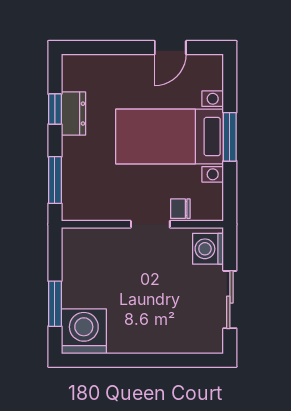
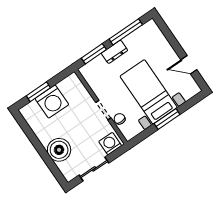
window: (55, 109) -> (126, 32), width x2.17
dresser: (73, 114) -> (114, 52), moved
washing machine: (84, 331) -> (52, 102), moved, turned 90
boiler: (164, 333) -> (59, 150), added

